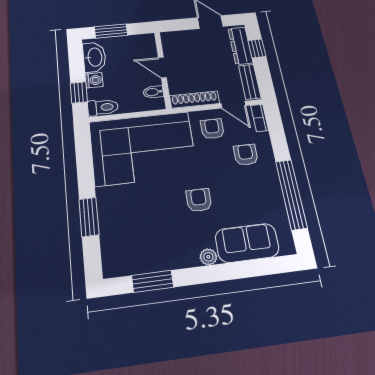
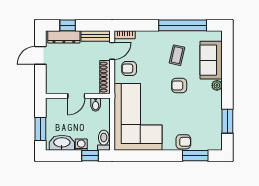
armchair: (246, 155) -> (183, 142), moved, turned 180
coffee table: (245, 191) -> (177, 55), added
window: (89, 217) -> (195, 156), moved

